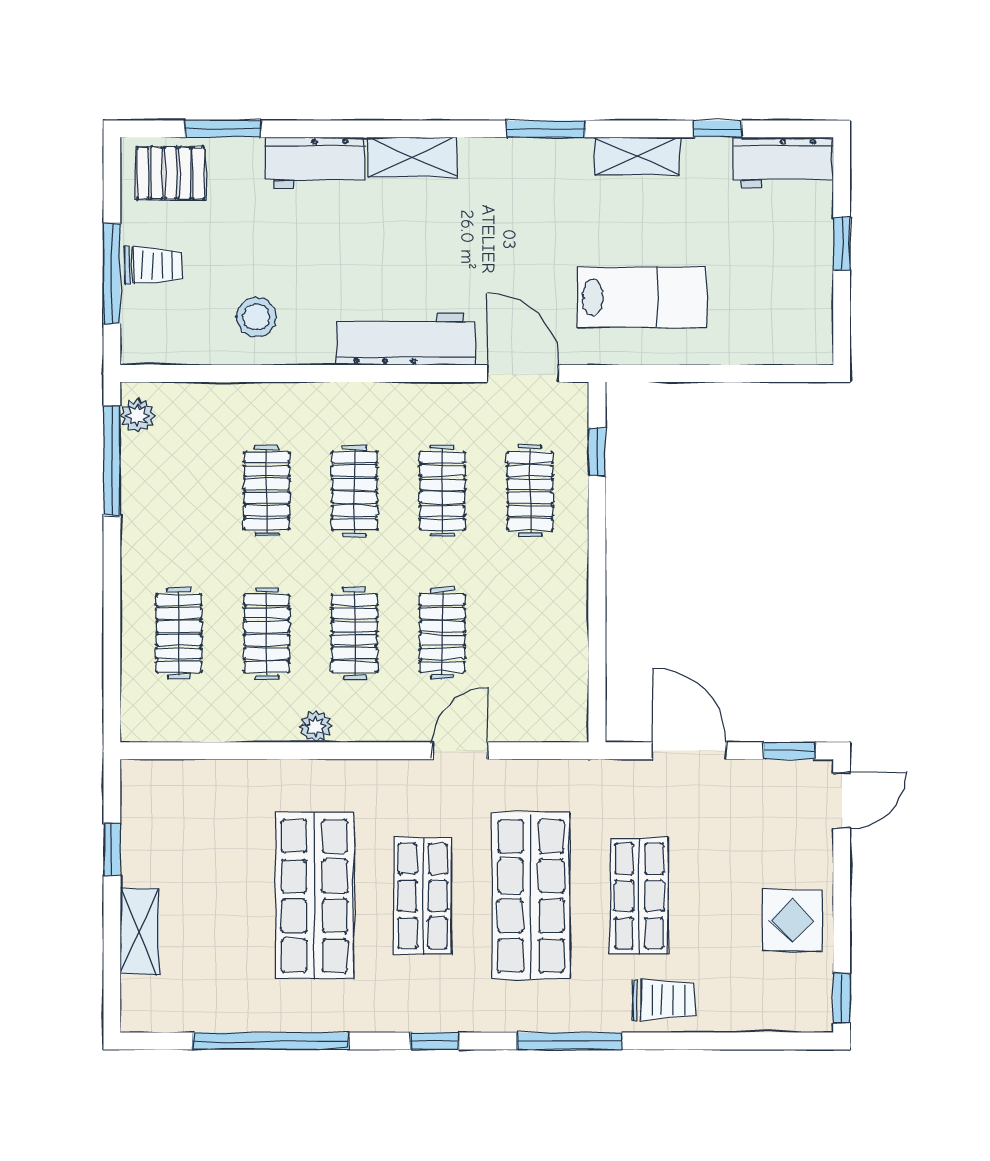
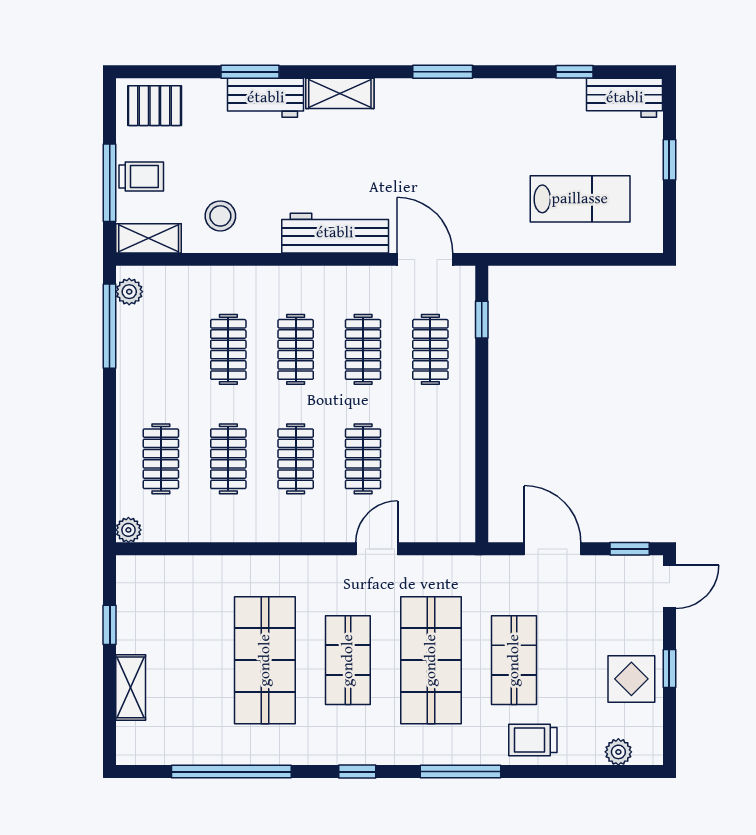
window: (223, 129) -> (250, 72), moved
shelving: (637, 156) -> (149, 238), moved
lab bench: (642, 297) -> (580, 199), moved
plant: (316, 726) -> (128, 530), moved
window: (842, 998) -> (669, 668), moved
trolley: (664, 1000) -> (533, 740), turned 180
plant: (775, 1015) -> (618, 752), added

